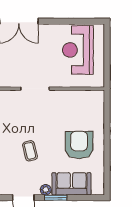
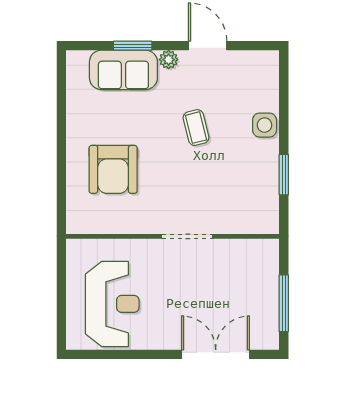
armchair: (79, 145) -> (113, 169), moved
window: (56, 198) -> (133, 46), moved

